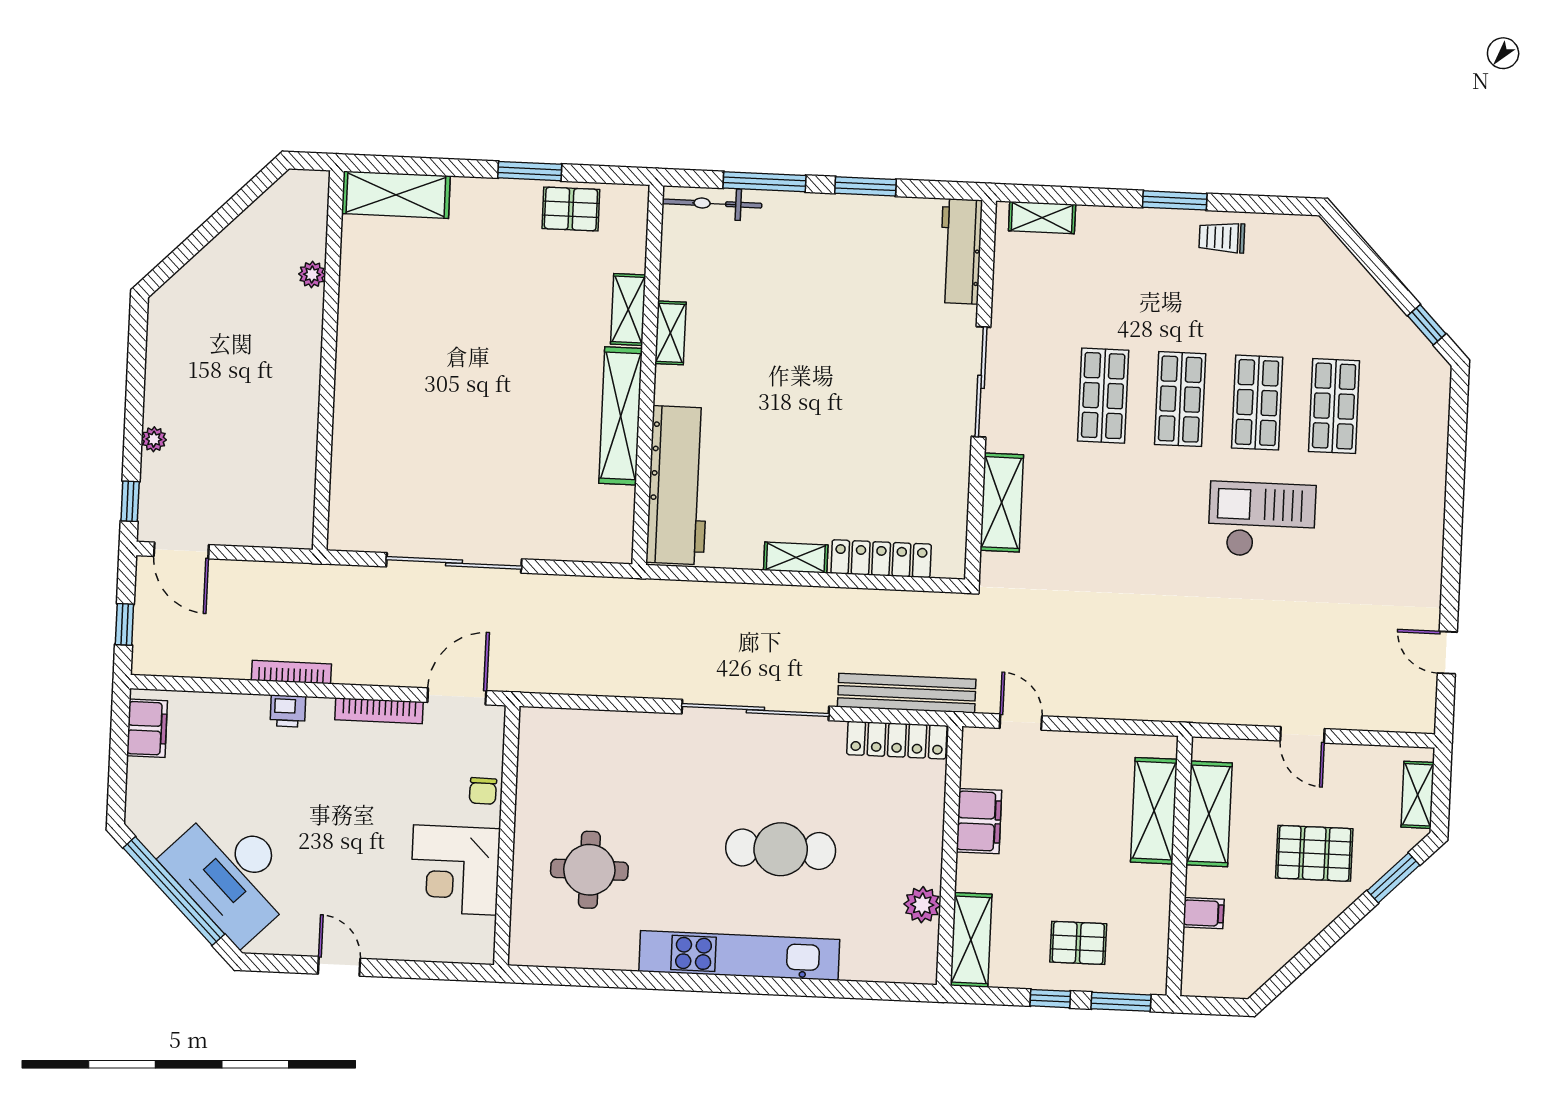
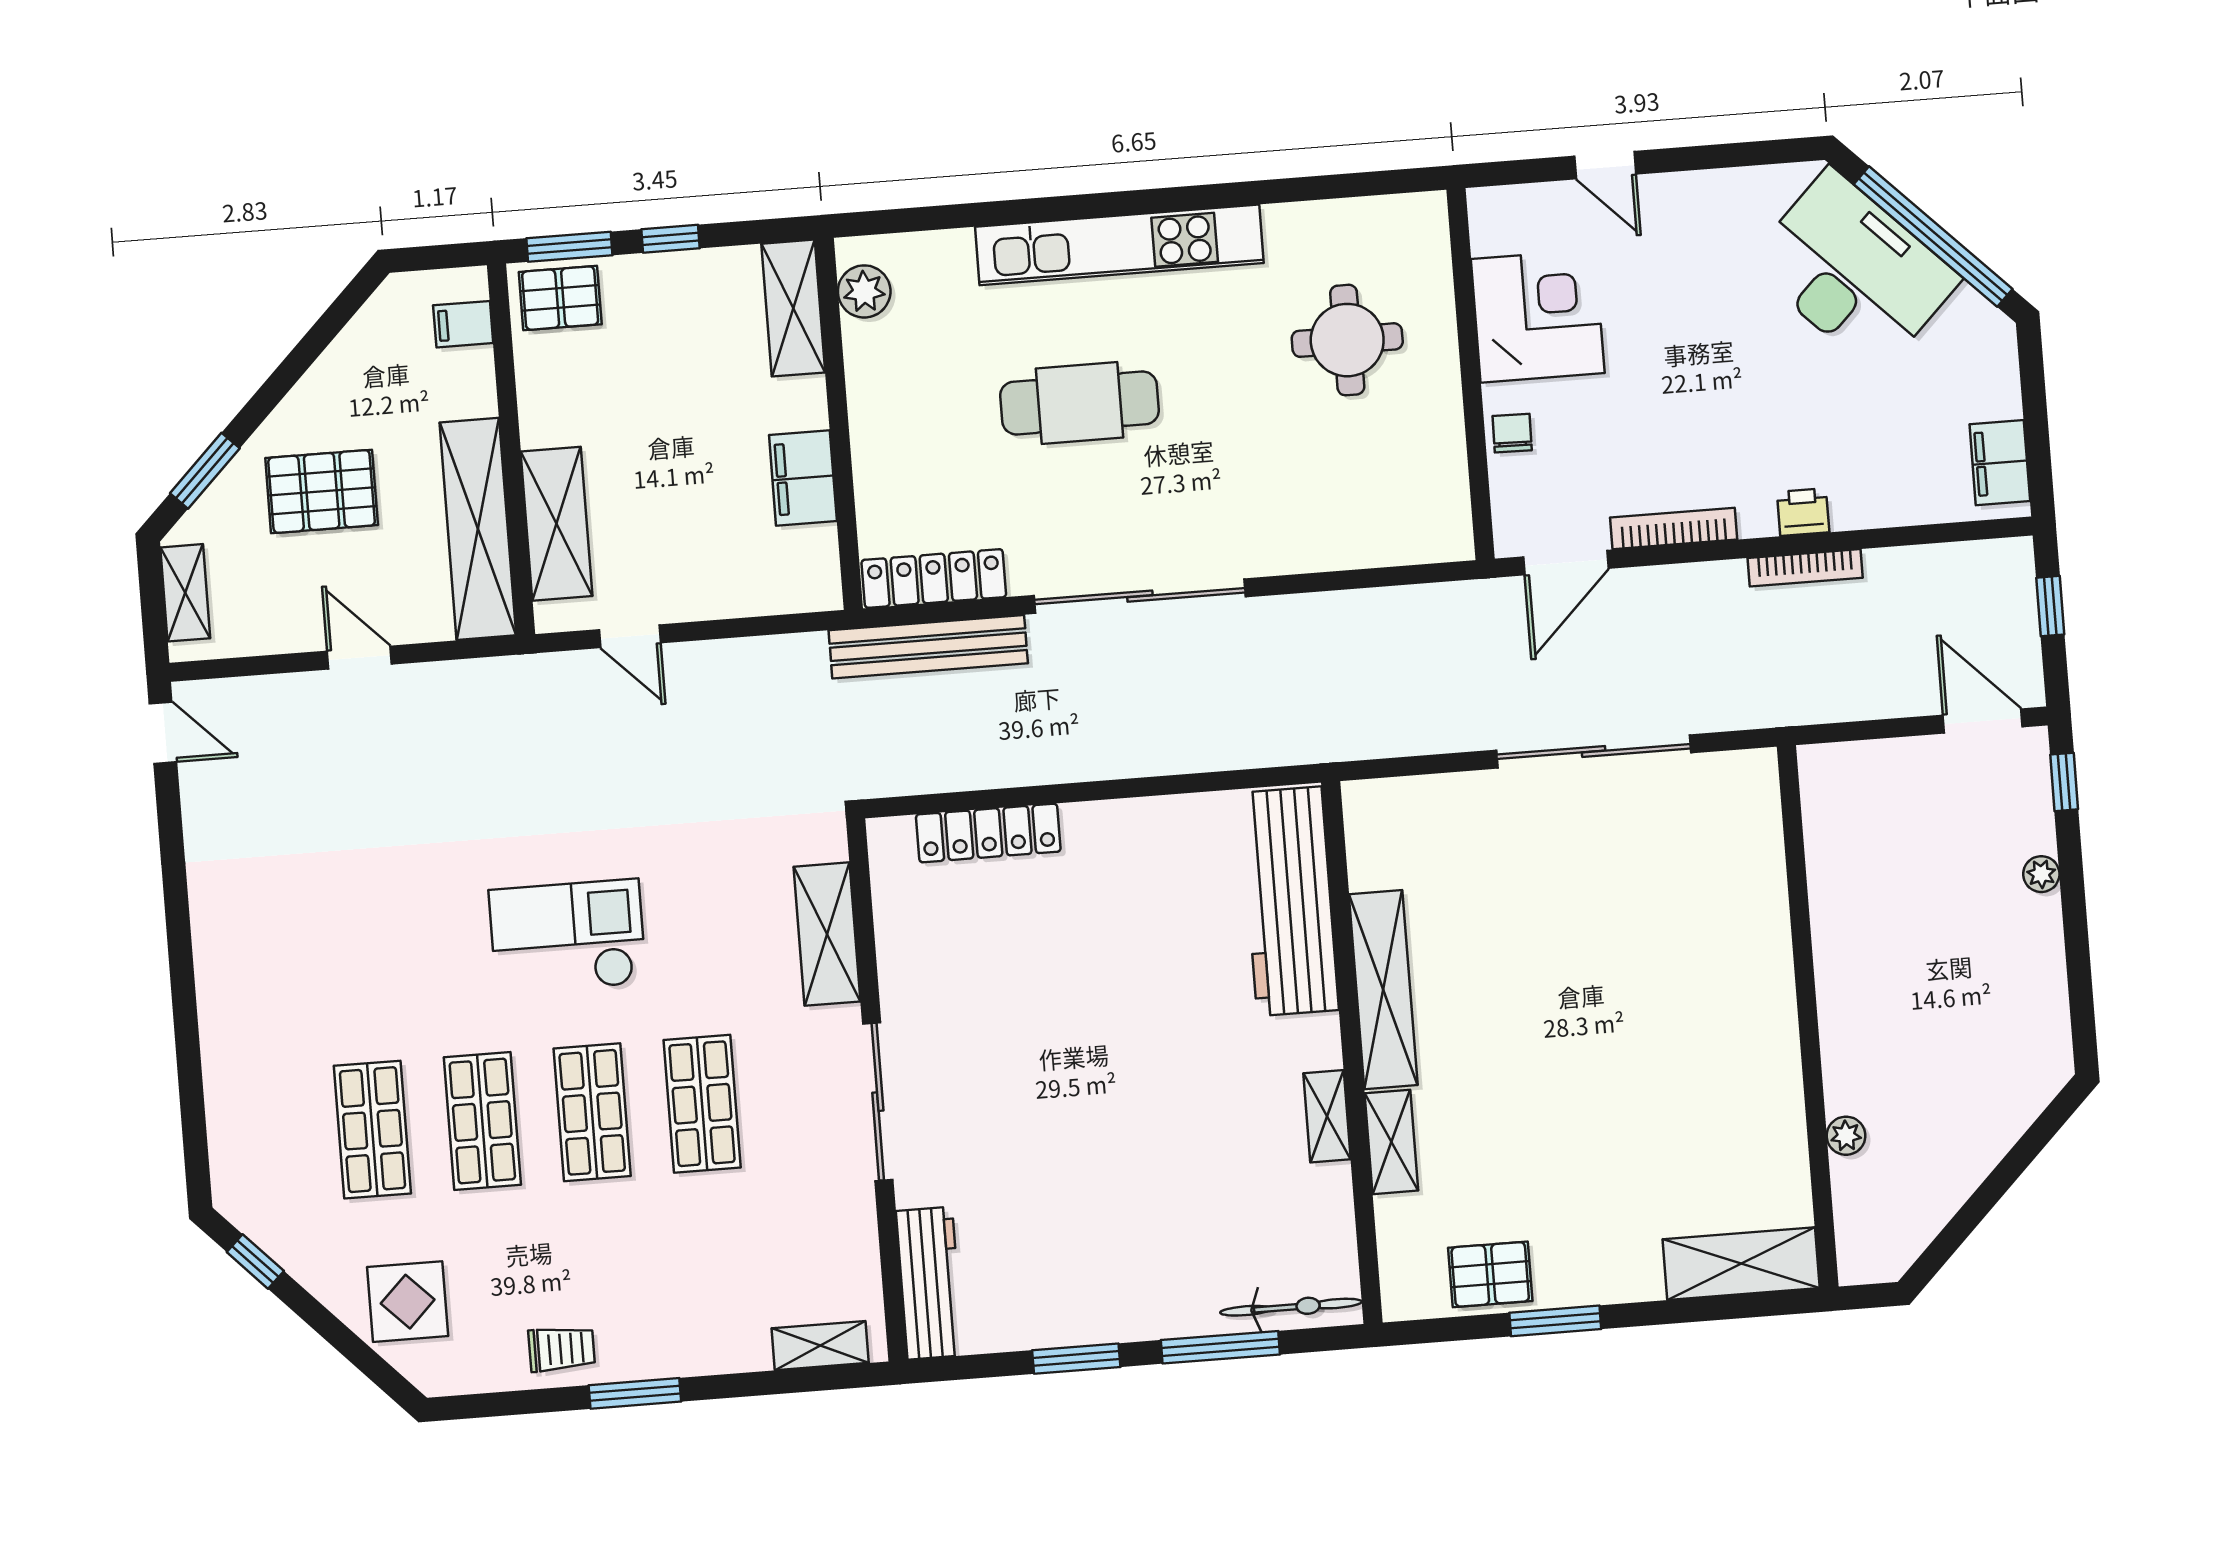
display table: (1325, 284) -> (408, 1302), added
checkout: (1262, 520) -> (567, 937), moved, turned 180
shelving: (796, 558) -> (1110, 820), removed
door: (1447, 653) -> (163, 733), moved
door: (1021, 722) -> (630, 636), moved
shelving: (1209, 814) -> (478, 529), width x1.47
plant: (922, 905) -> (864, 291), moved
filing cabinet: (1204, 913) -> (463, 324), moved
pallet: (1078, 943) -> (560, 298), moved
door: (339, 966) -> (1605, 165), moved

